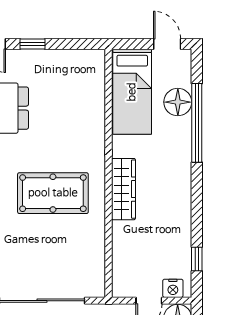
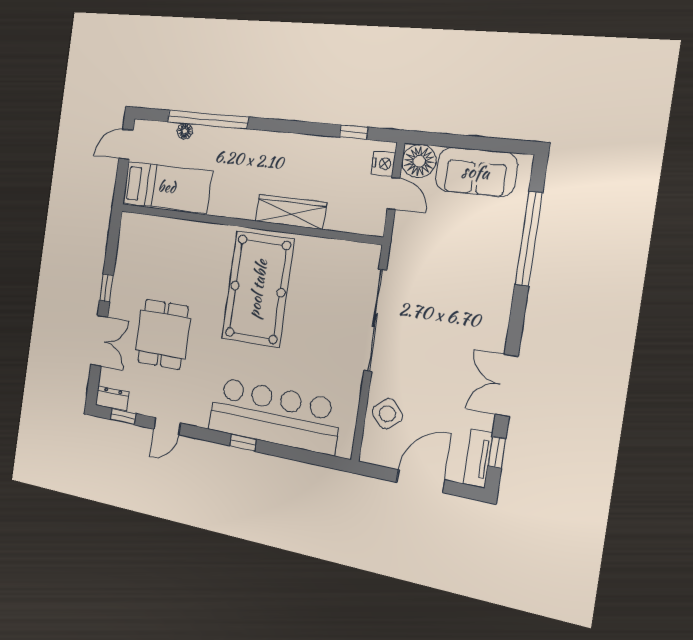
floor lamp: (178, 102) -> (185, 131), width x0.53, depth x0.53
wardrobe: (123, 189) -> (291, 212), moved
pool table: (53, 193) -> (258, 289), width x1.36, depth x1.32

